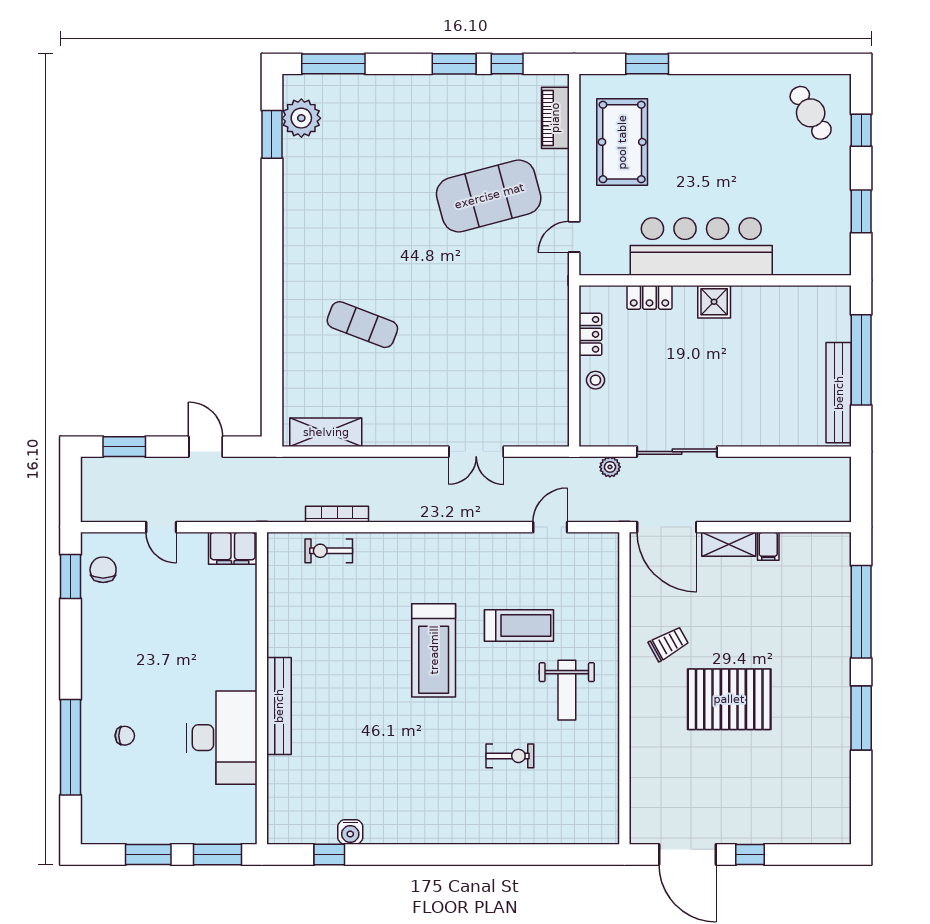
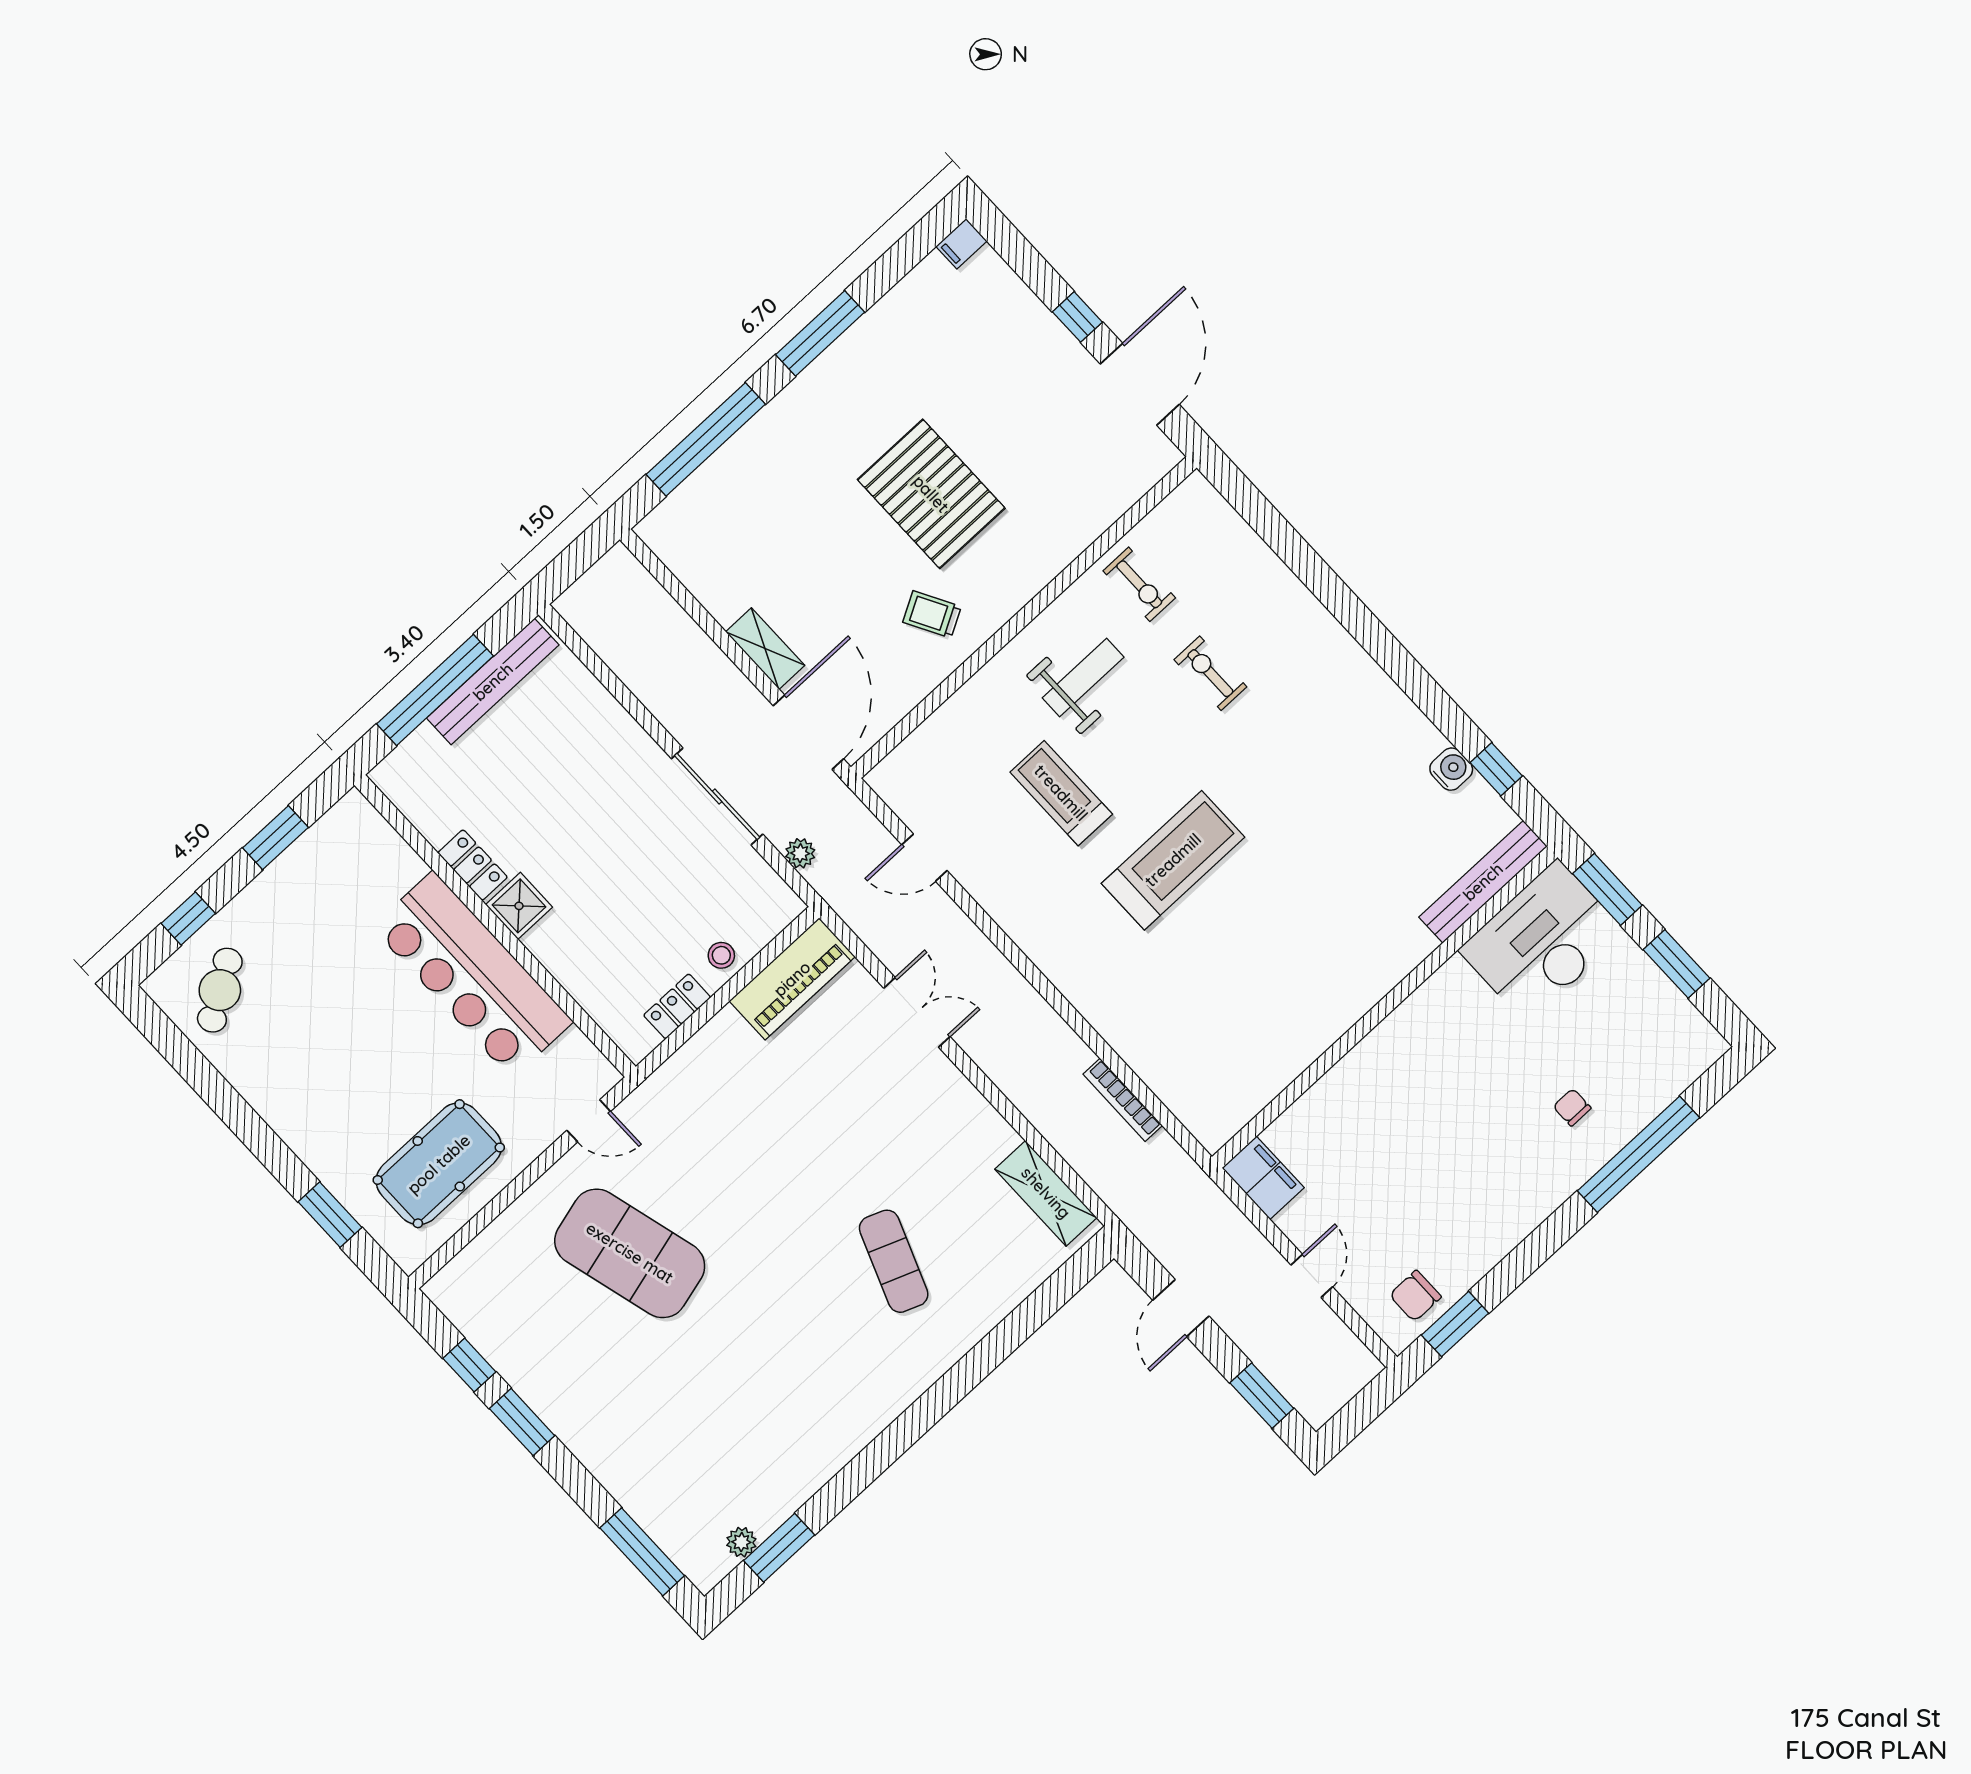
plant: (301, 118) -> (741, 1542), width x0.53, depth x0.53
piano: (555, 118) -> (792, 979), moved, width x1.37, depth x1.33
locker: (650, 297) -> (473, 865), moved
filing cabinet: (768, 546) -> (961, 244), moved, turned 180
exercise bike: (329, 551) -> (1139, 584), moved
bench: (279, 706) -> (1483, 882), moved
desk: (222, 738) -> (1542, 941), moved

